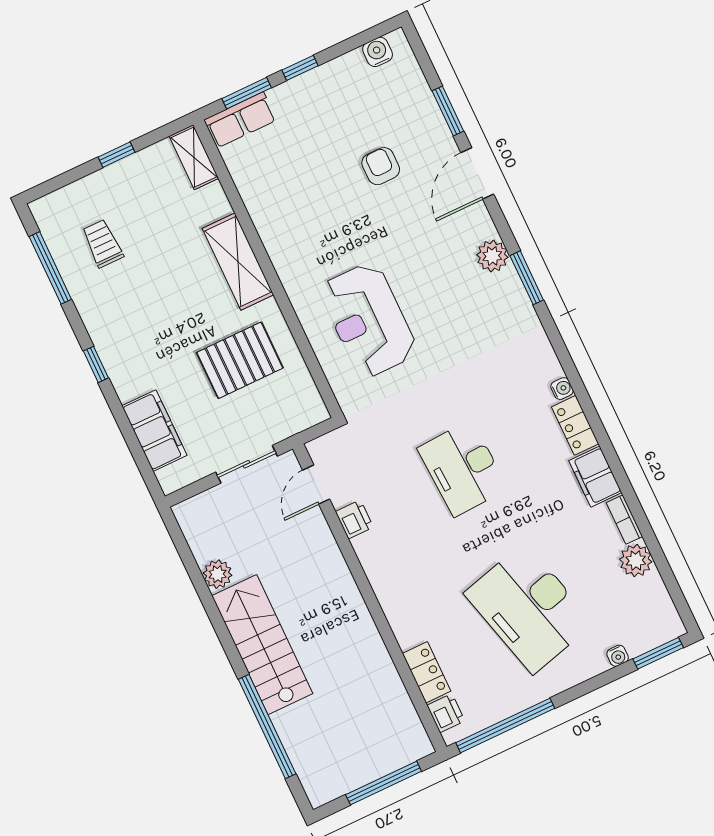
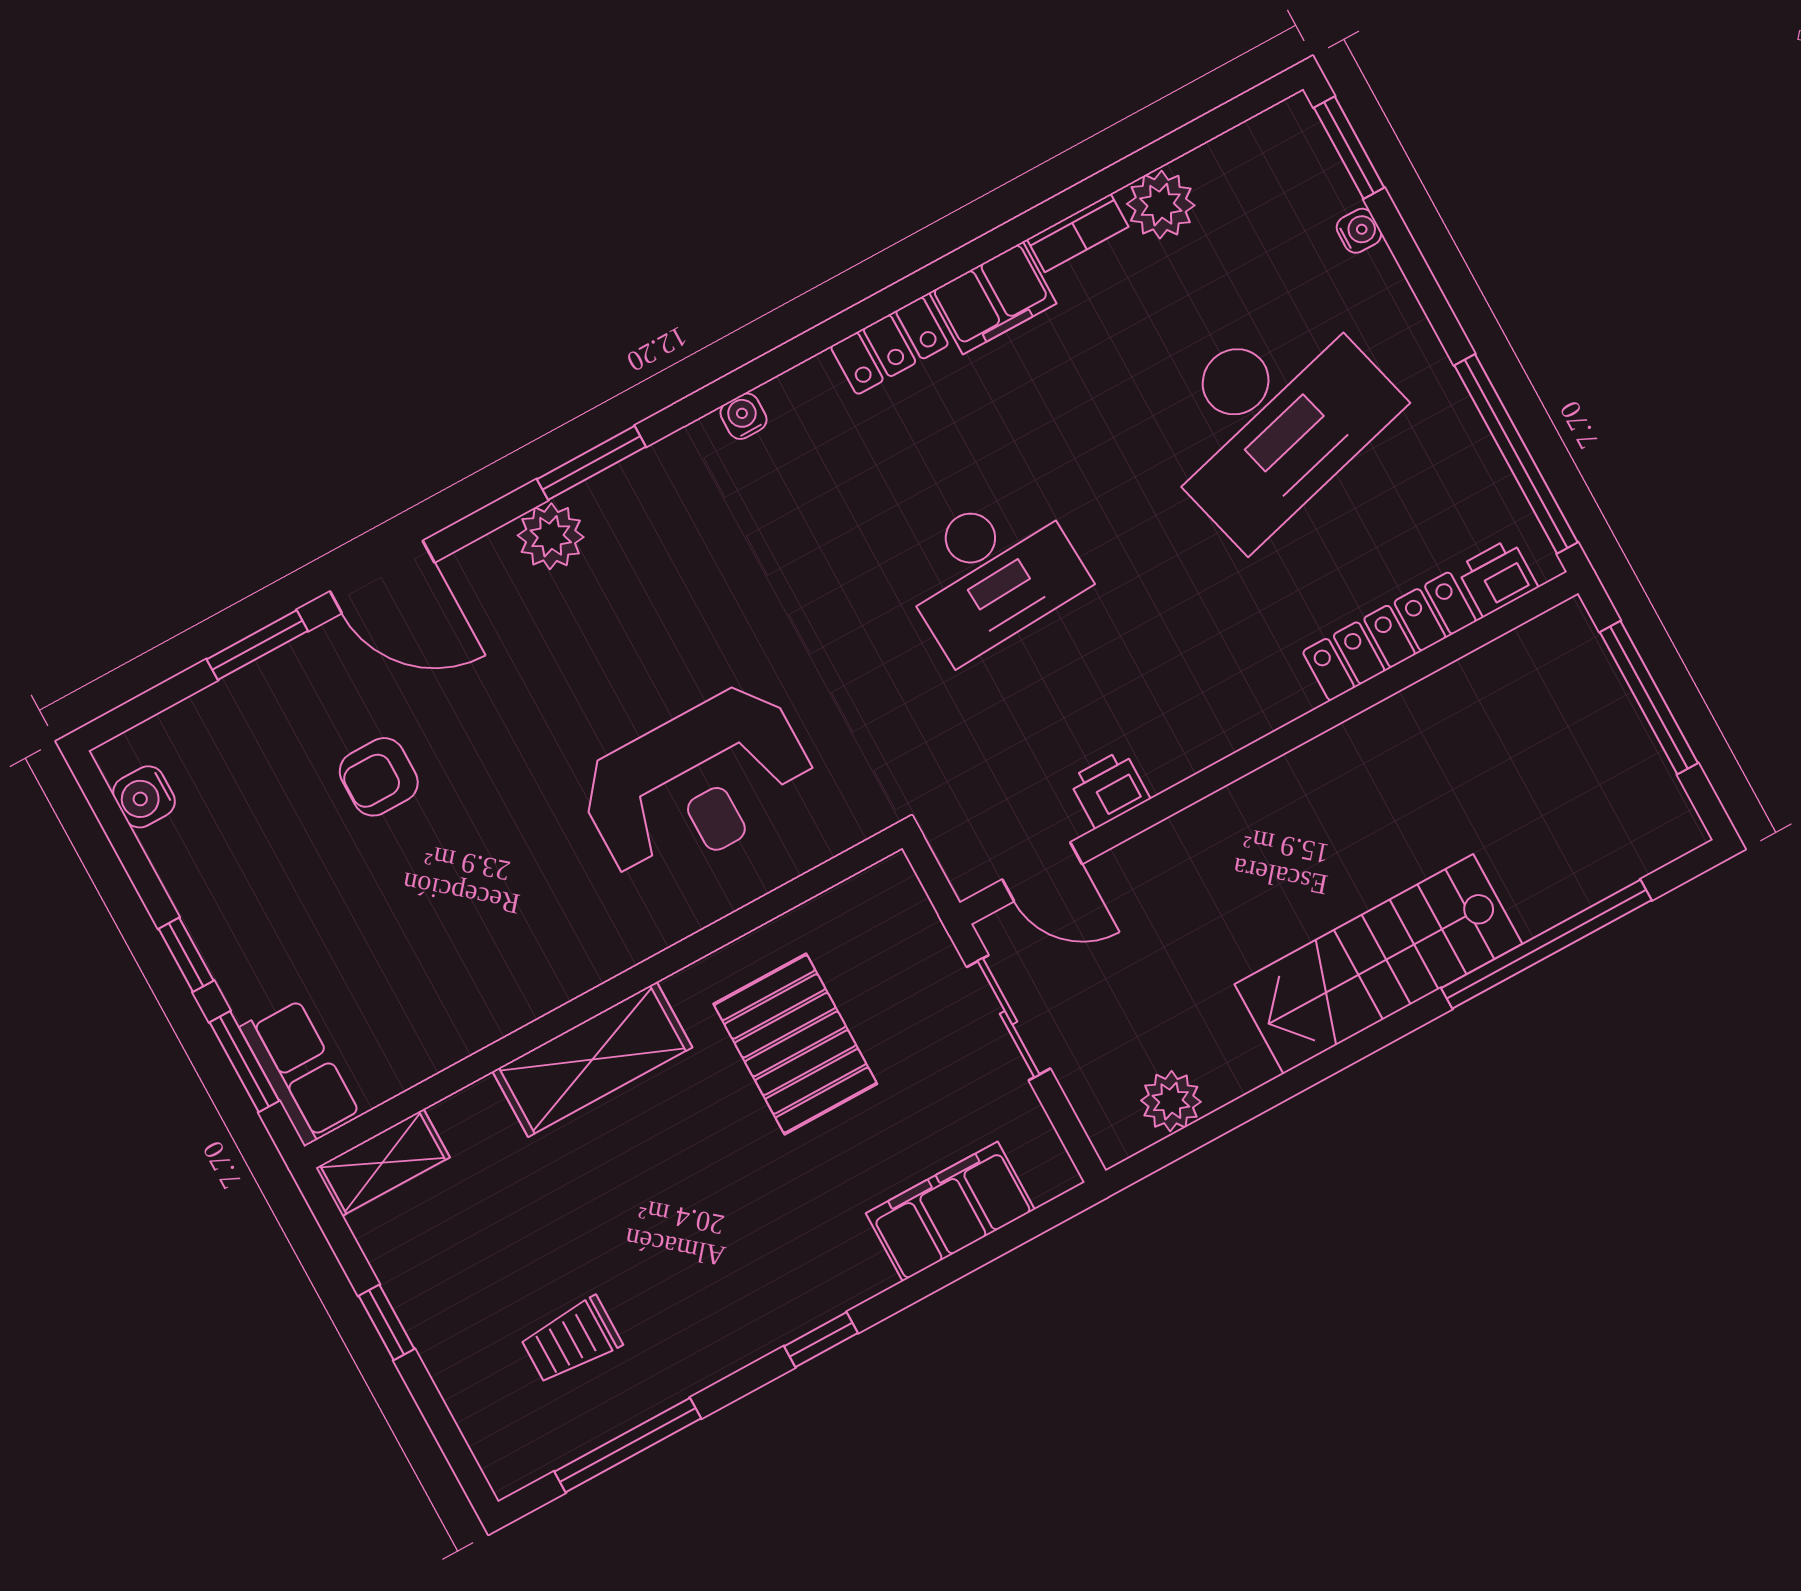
water cooler: (562, 389) -> (743, 416), moved
plant: (218, 574) -> (1171, 1101), moved
locker: (427, 672) -> (1389, 636), width x1.53

